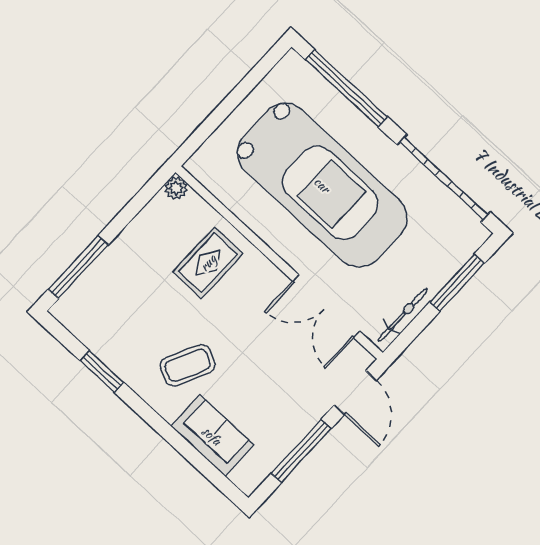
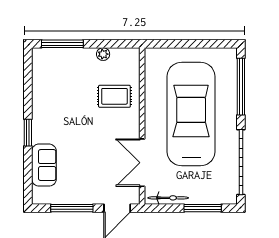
car: (322, 185) -> (191, 114), turned 180
plant: (176, 188) -> (103, 54), moved
coffee table: (188, 365) -> (64, 127), removed
window: (102, 371) -> (28, 133), moved

